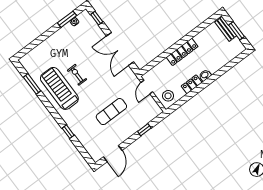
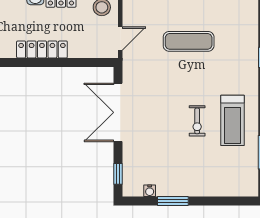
window: (67, 19) -> (173, 201), moved
double door: (120, 49) -> (118, 112), swing flipped
treadmill: (59, 88) -> (233, 120), width x0.73, depth x0.73

